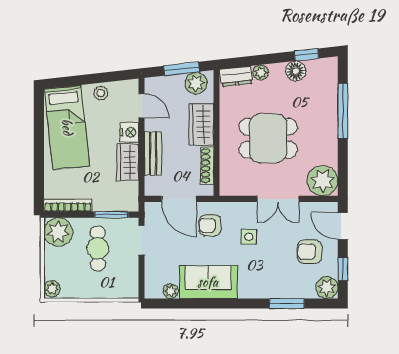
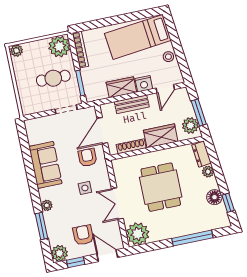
door: (343, 226) -> (107, 256), hinge flipped
plant: (171, 291) -> (47, 205), moved

